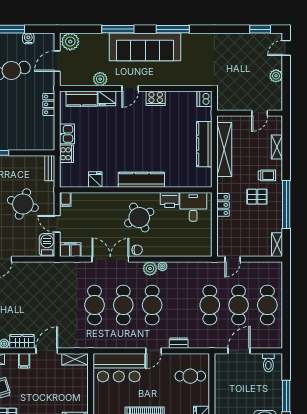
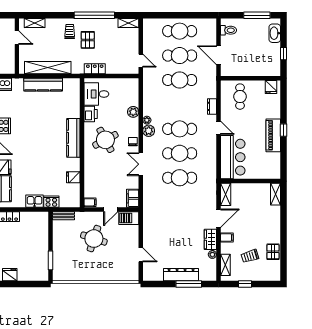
shelving: (277, 147) -> (35, 23), moved
plant: (172, 250) -> (133, 112), added
double door: (110, 259) -> (141, 164), width x0.73
door: (47, 351) -> (218, 218), swing flipped

